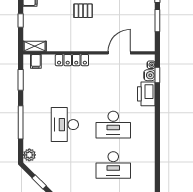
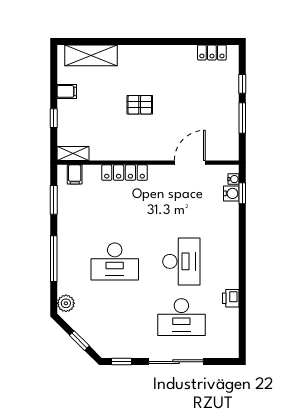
printer: (146, 94) -> (231, 298), moved, width x0.53, depth x0.68
desk: (65, 125) -> (115, 261), turned -90
desk: (113, 125) -> (181, 261), turned -90

